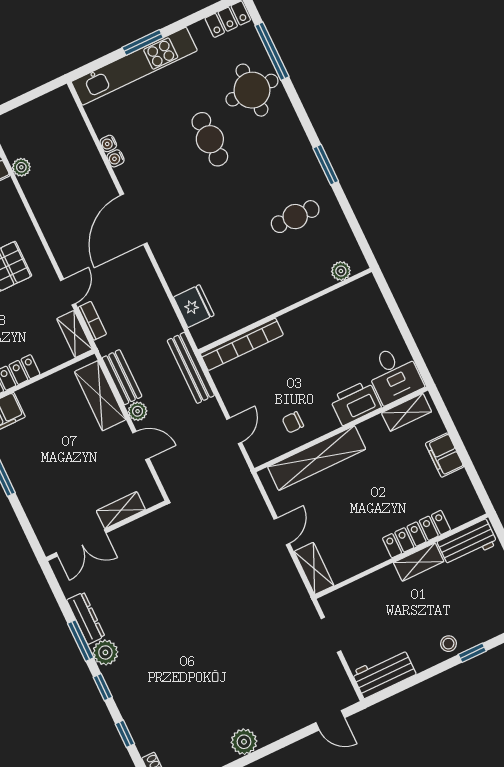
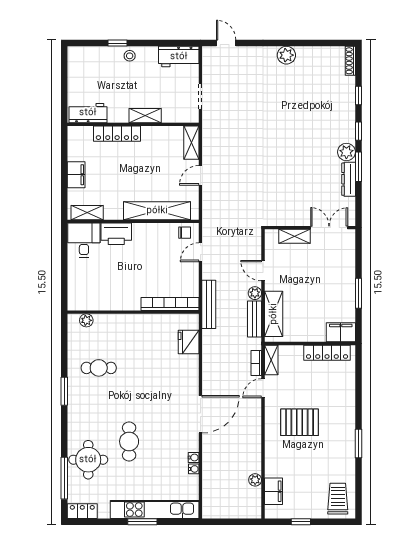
chair: (293, 422) -> (185, 233), moved
shelving: (419, 562) -> (145, 116), moved

